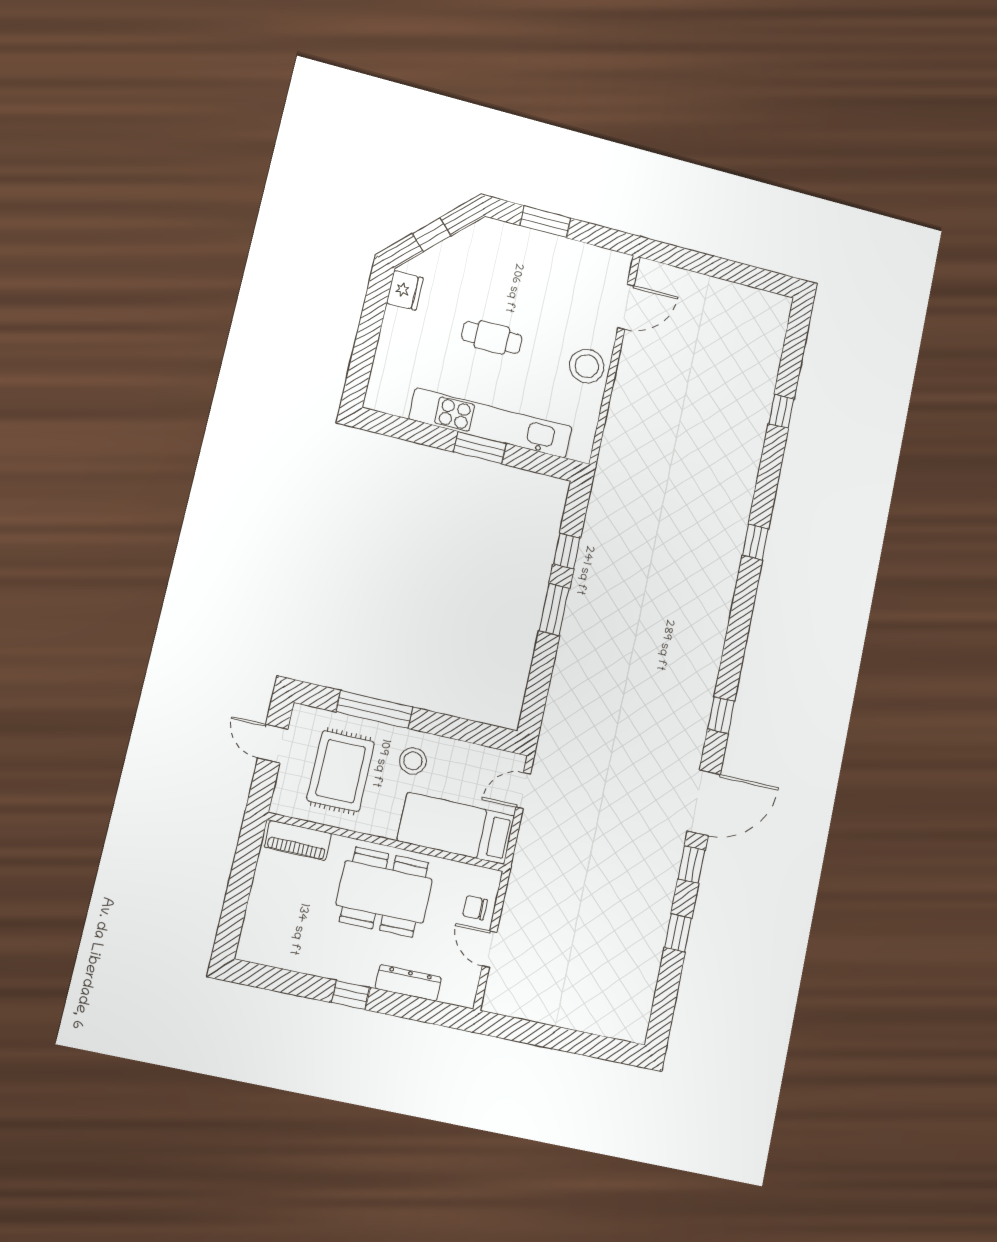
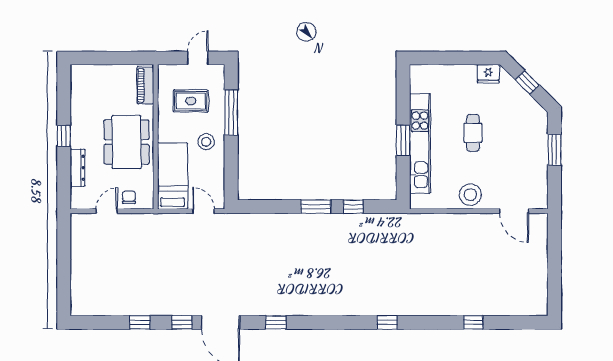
rug: (341, 771) -> (191, 101), width x0.73, depth x0.70

